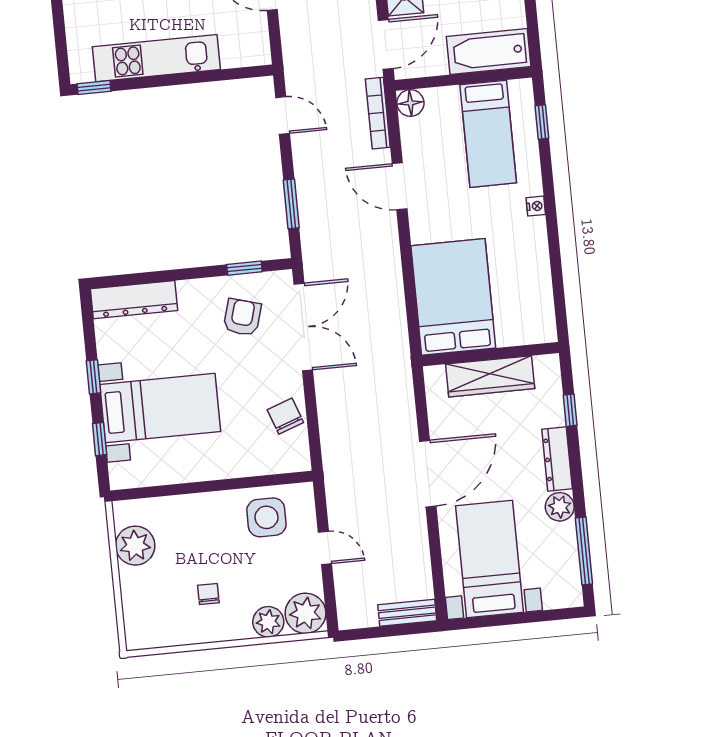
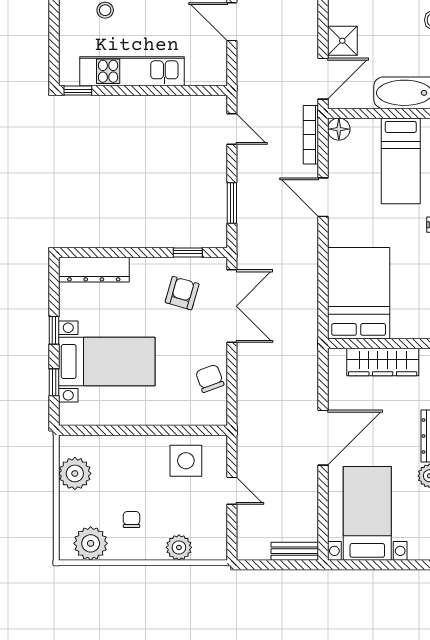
plant: (305, 613) -> (91, 543), moved

